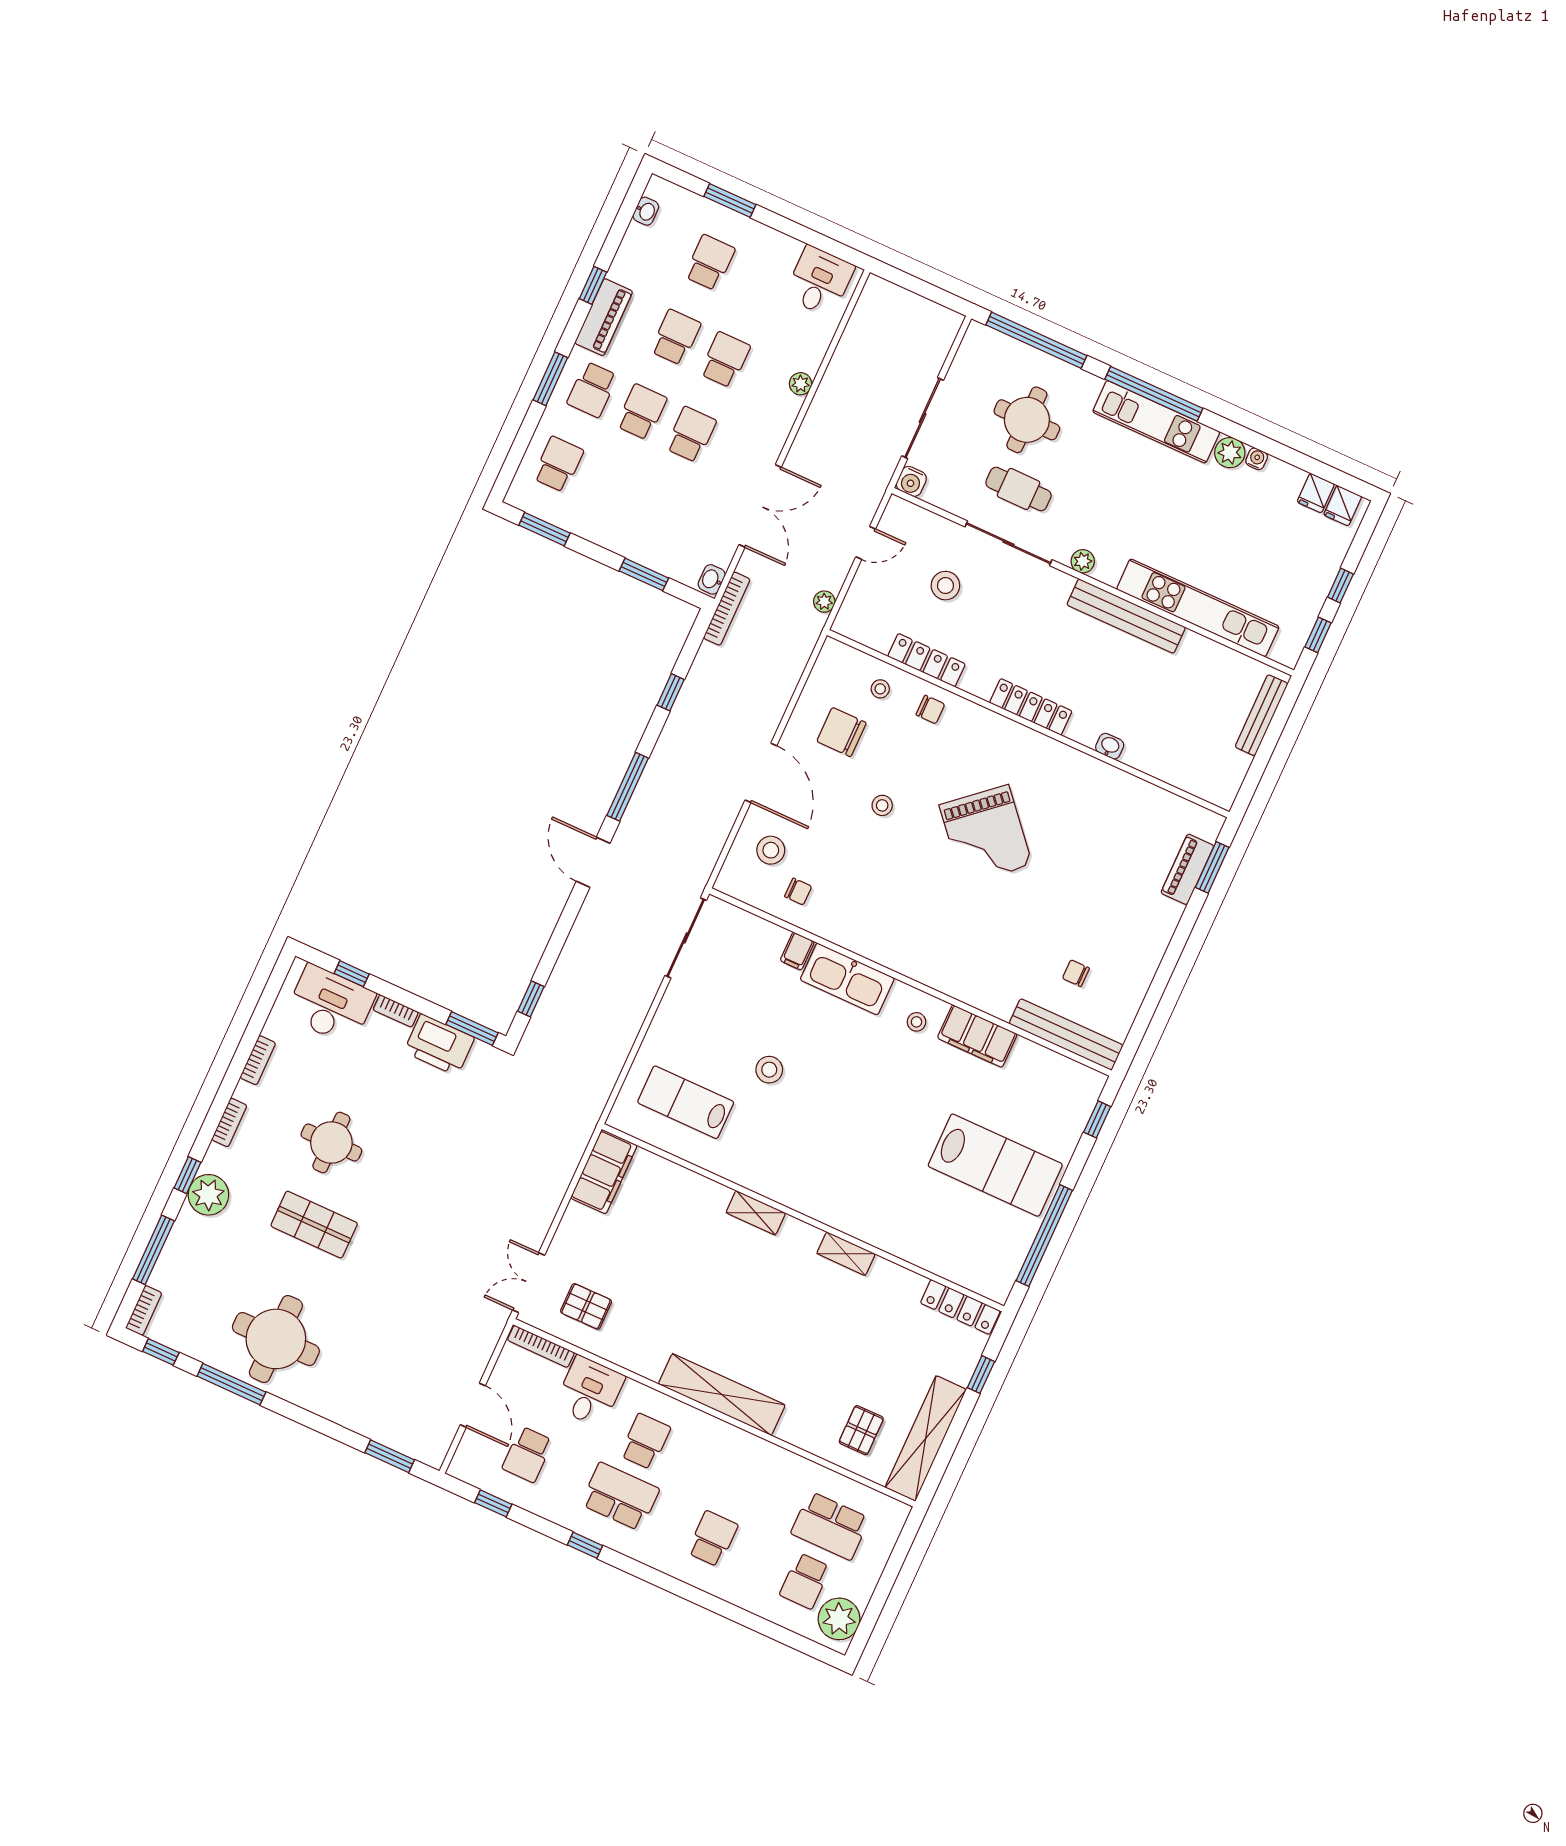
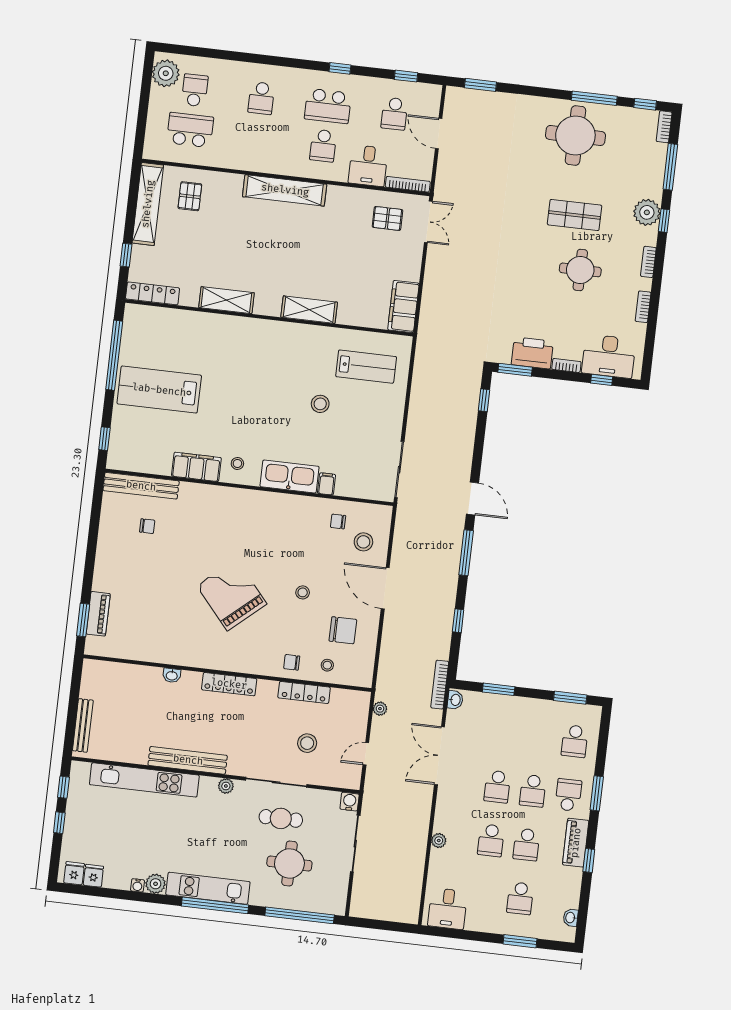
shelving: (756, 1213) -> (309, 310), width x1.50, depth x1.33
shelving: (846, 1254) -> (226, 300), width x1.50, depth x1.33
school desk: (528, 1454) -> (394, 114), turned 180

